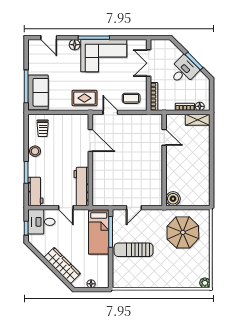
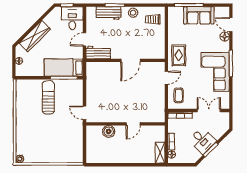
door: (49, 38) -> (231, 25), hinge flipped
floor lamp: (75, 45) -> (225, 37), moved
sofa: (38, 92) -> (199, 15), moved
door: (164, 137) -> (133, 124), moved
door: (90, 141) -> (131, 60), moved
workbench: (81, 186) -> (98, 53), width x0.73
workbench: (35, 191) -> (109, 13), moved
boiler: (173, 199) -> (109, 131), moved
door: (134, 208) -> (85, 113), moved
parasol: (183, 232) -> (63, 140), removed

